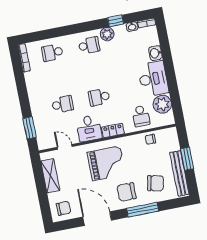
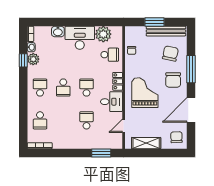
plant: (107, 34) -> (33, 59), moved
school desk: (94, 71) -> (63, 88), added
school desk: (99, 97) -> (86, 88), turned 180

